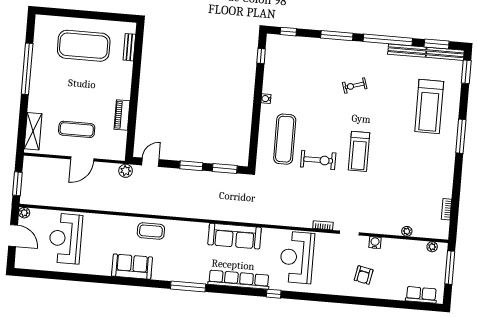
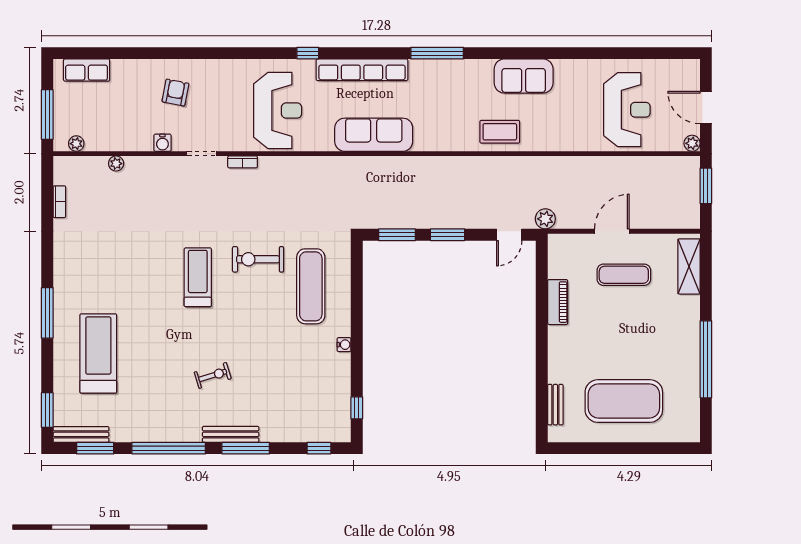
bench: (407, 51) -> (231, 434), moved

